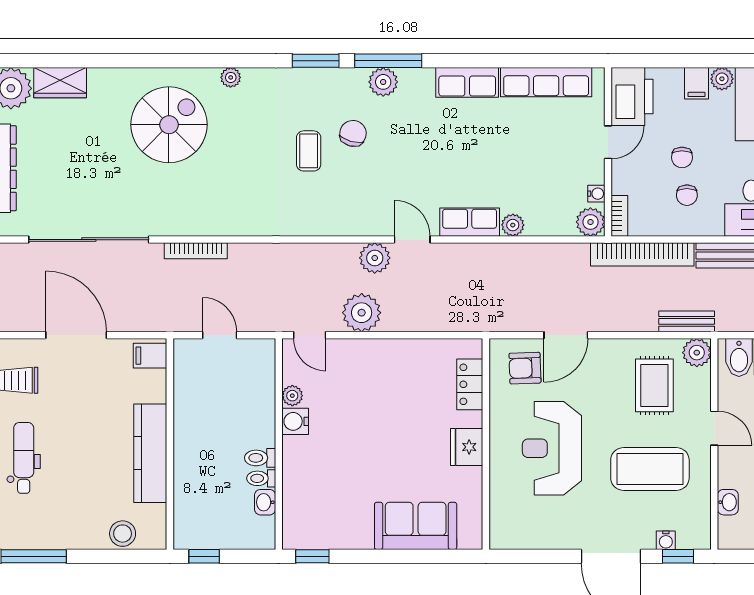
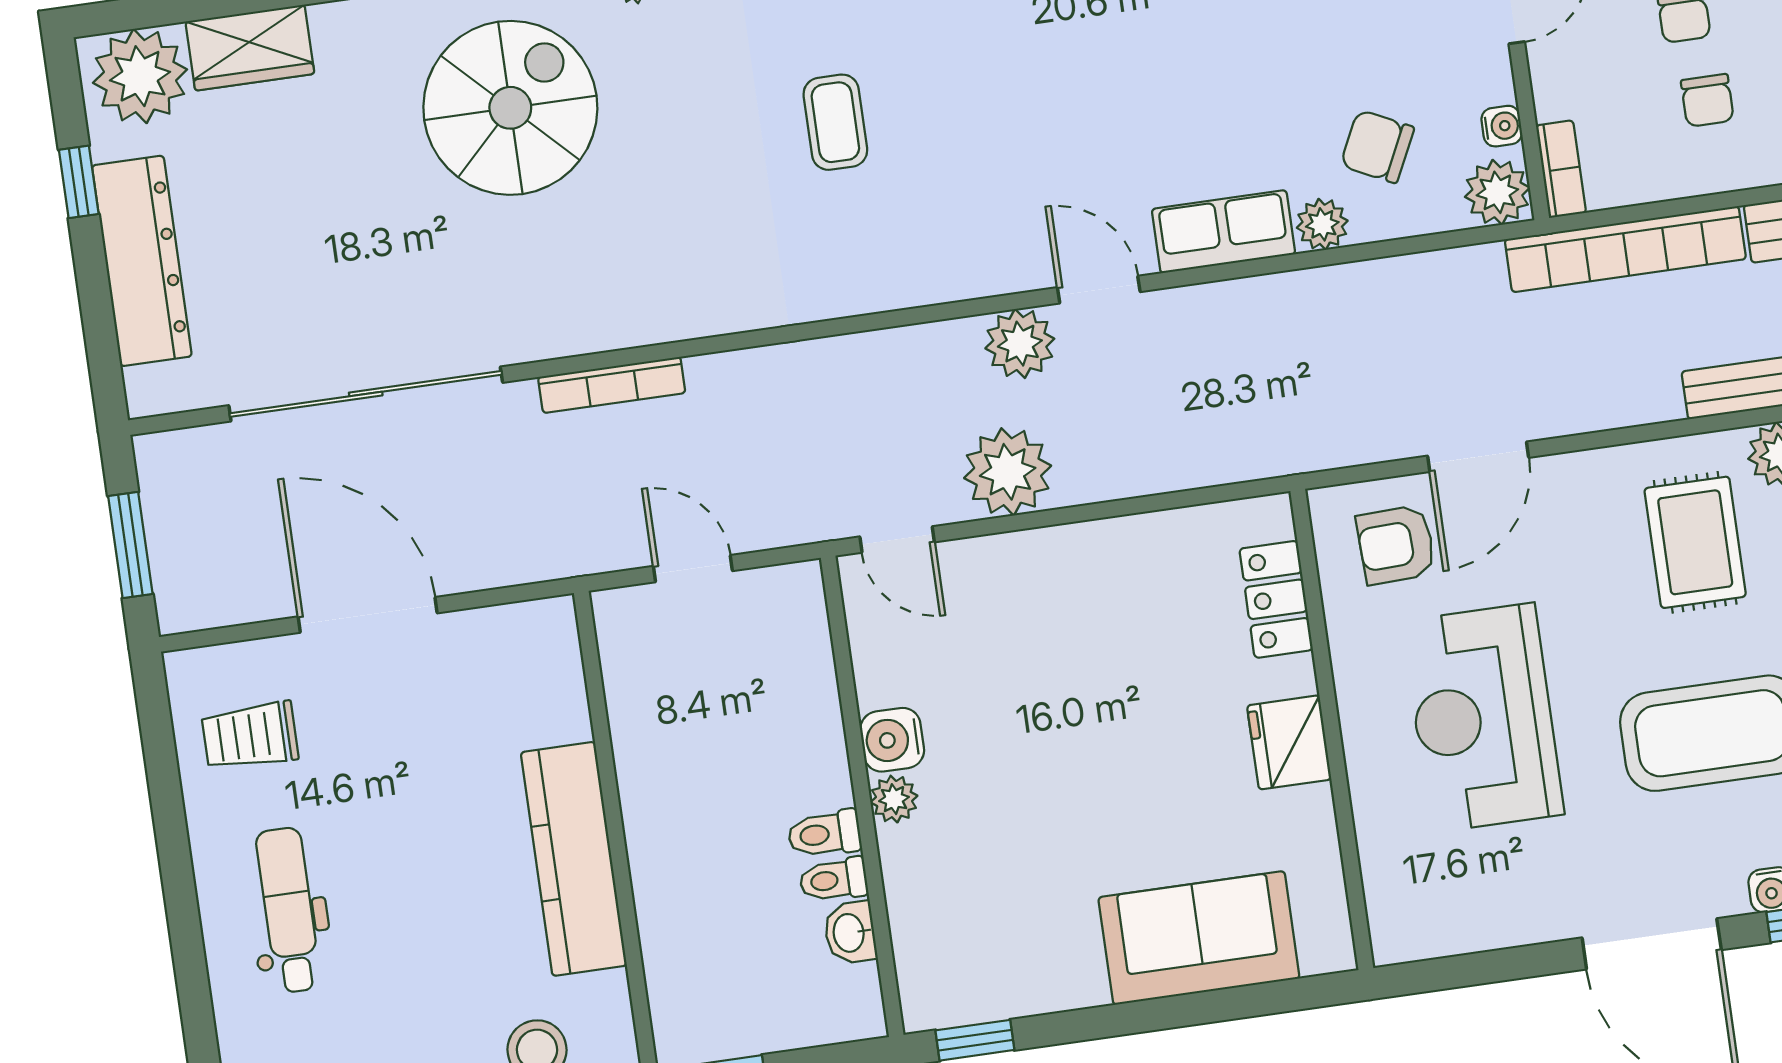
chair: (353, 133) -> (1377, 146), moved, turned -80
filing cabinet: (150, 356) -> (542, 637), removed
plant: (292, 396) -> (894, 799), moved

